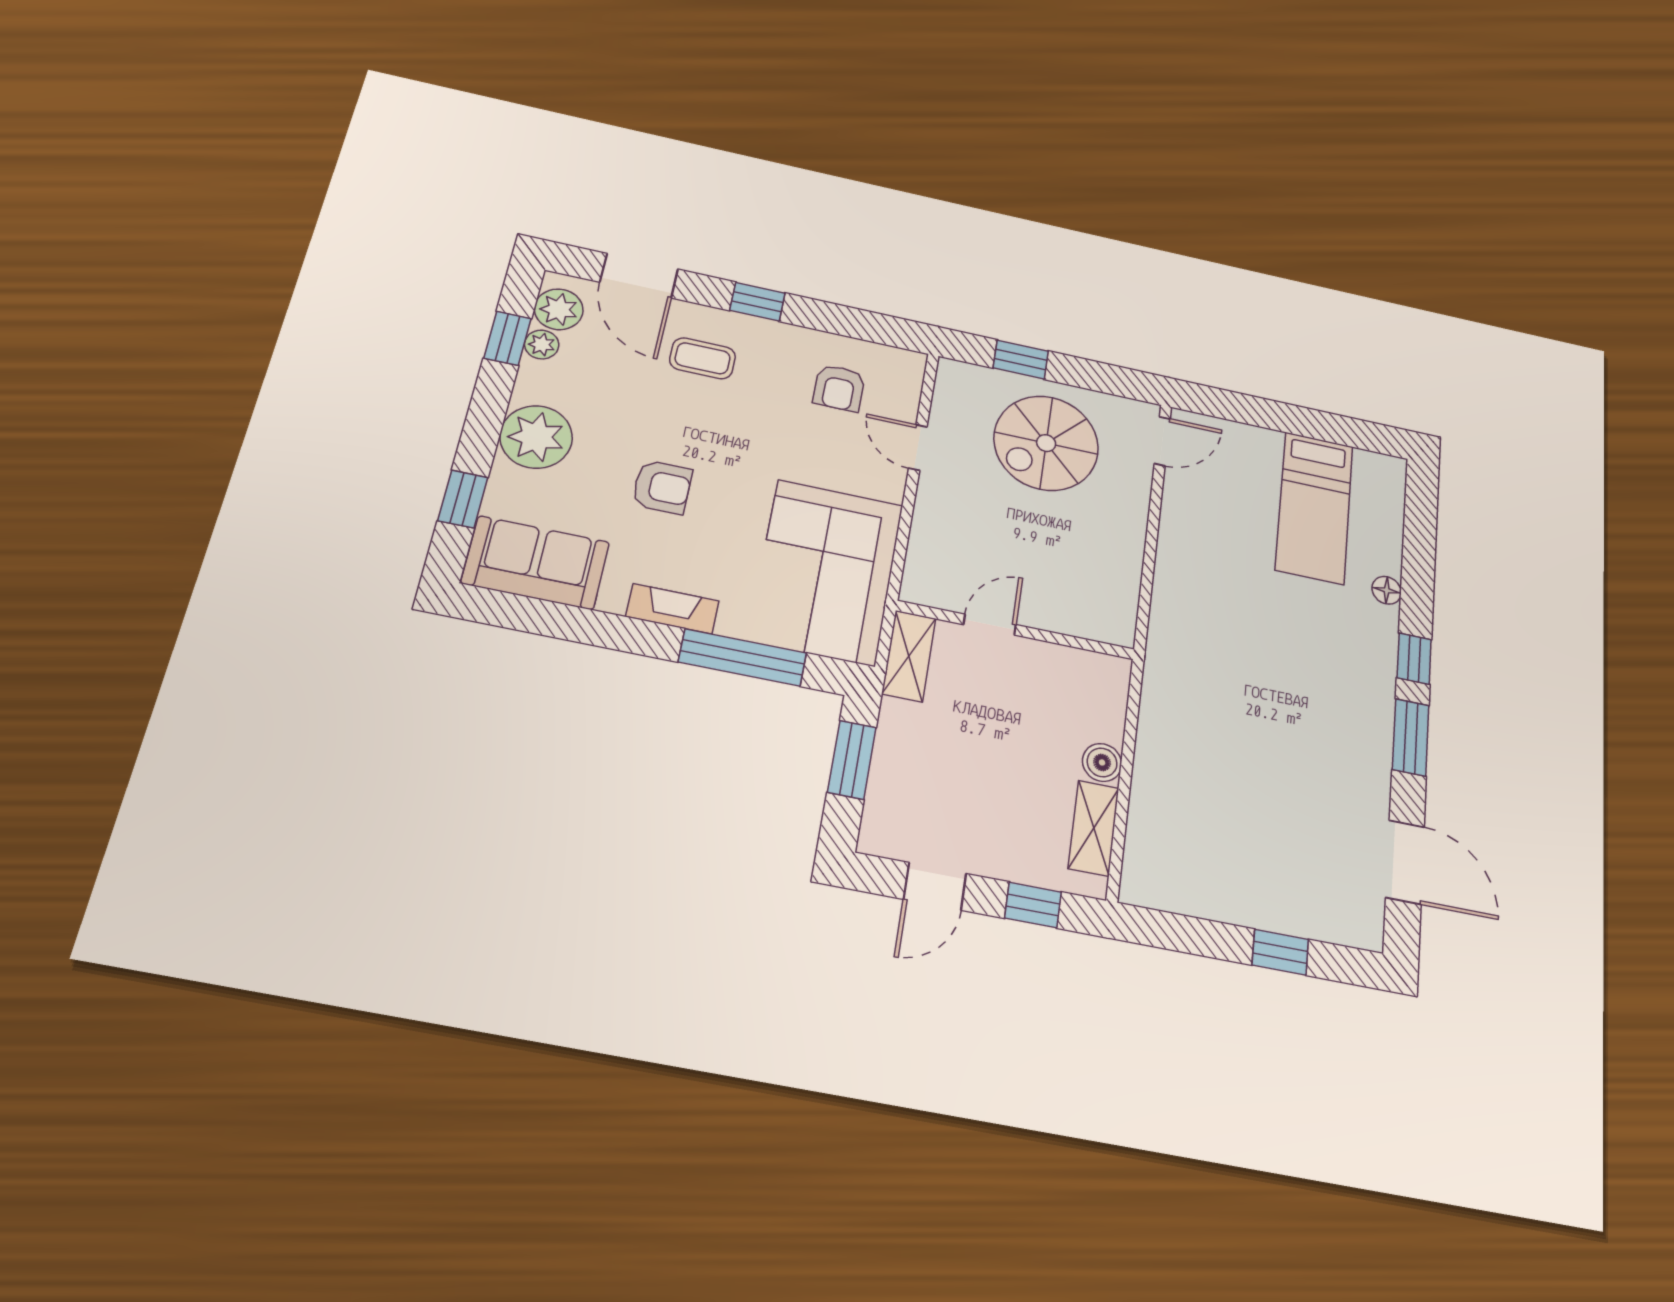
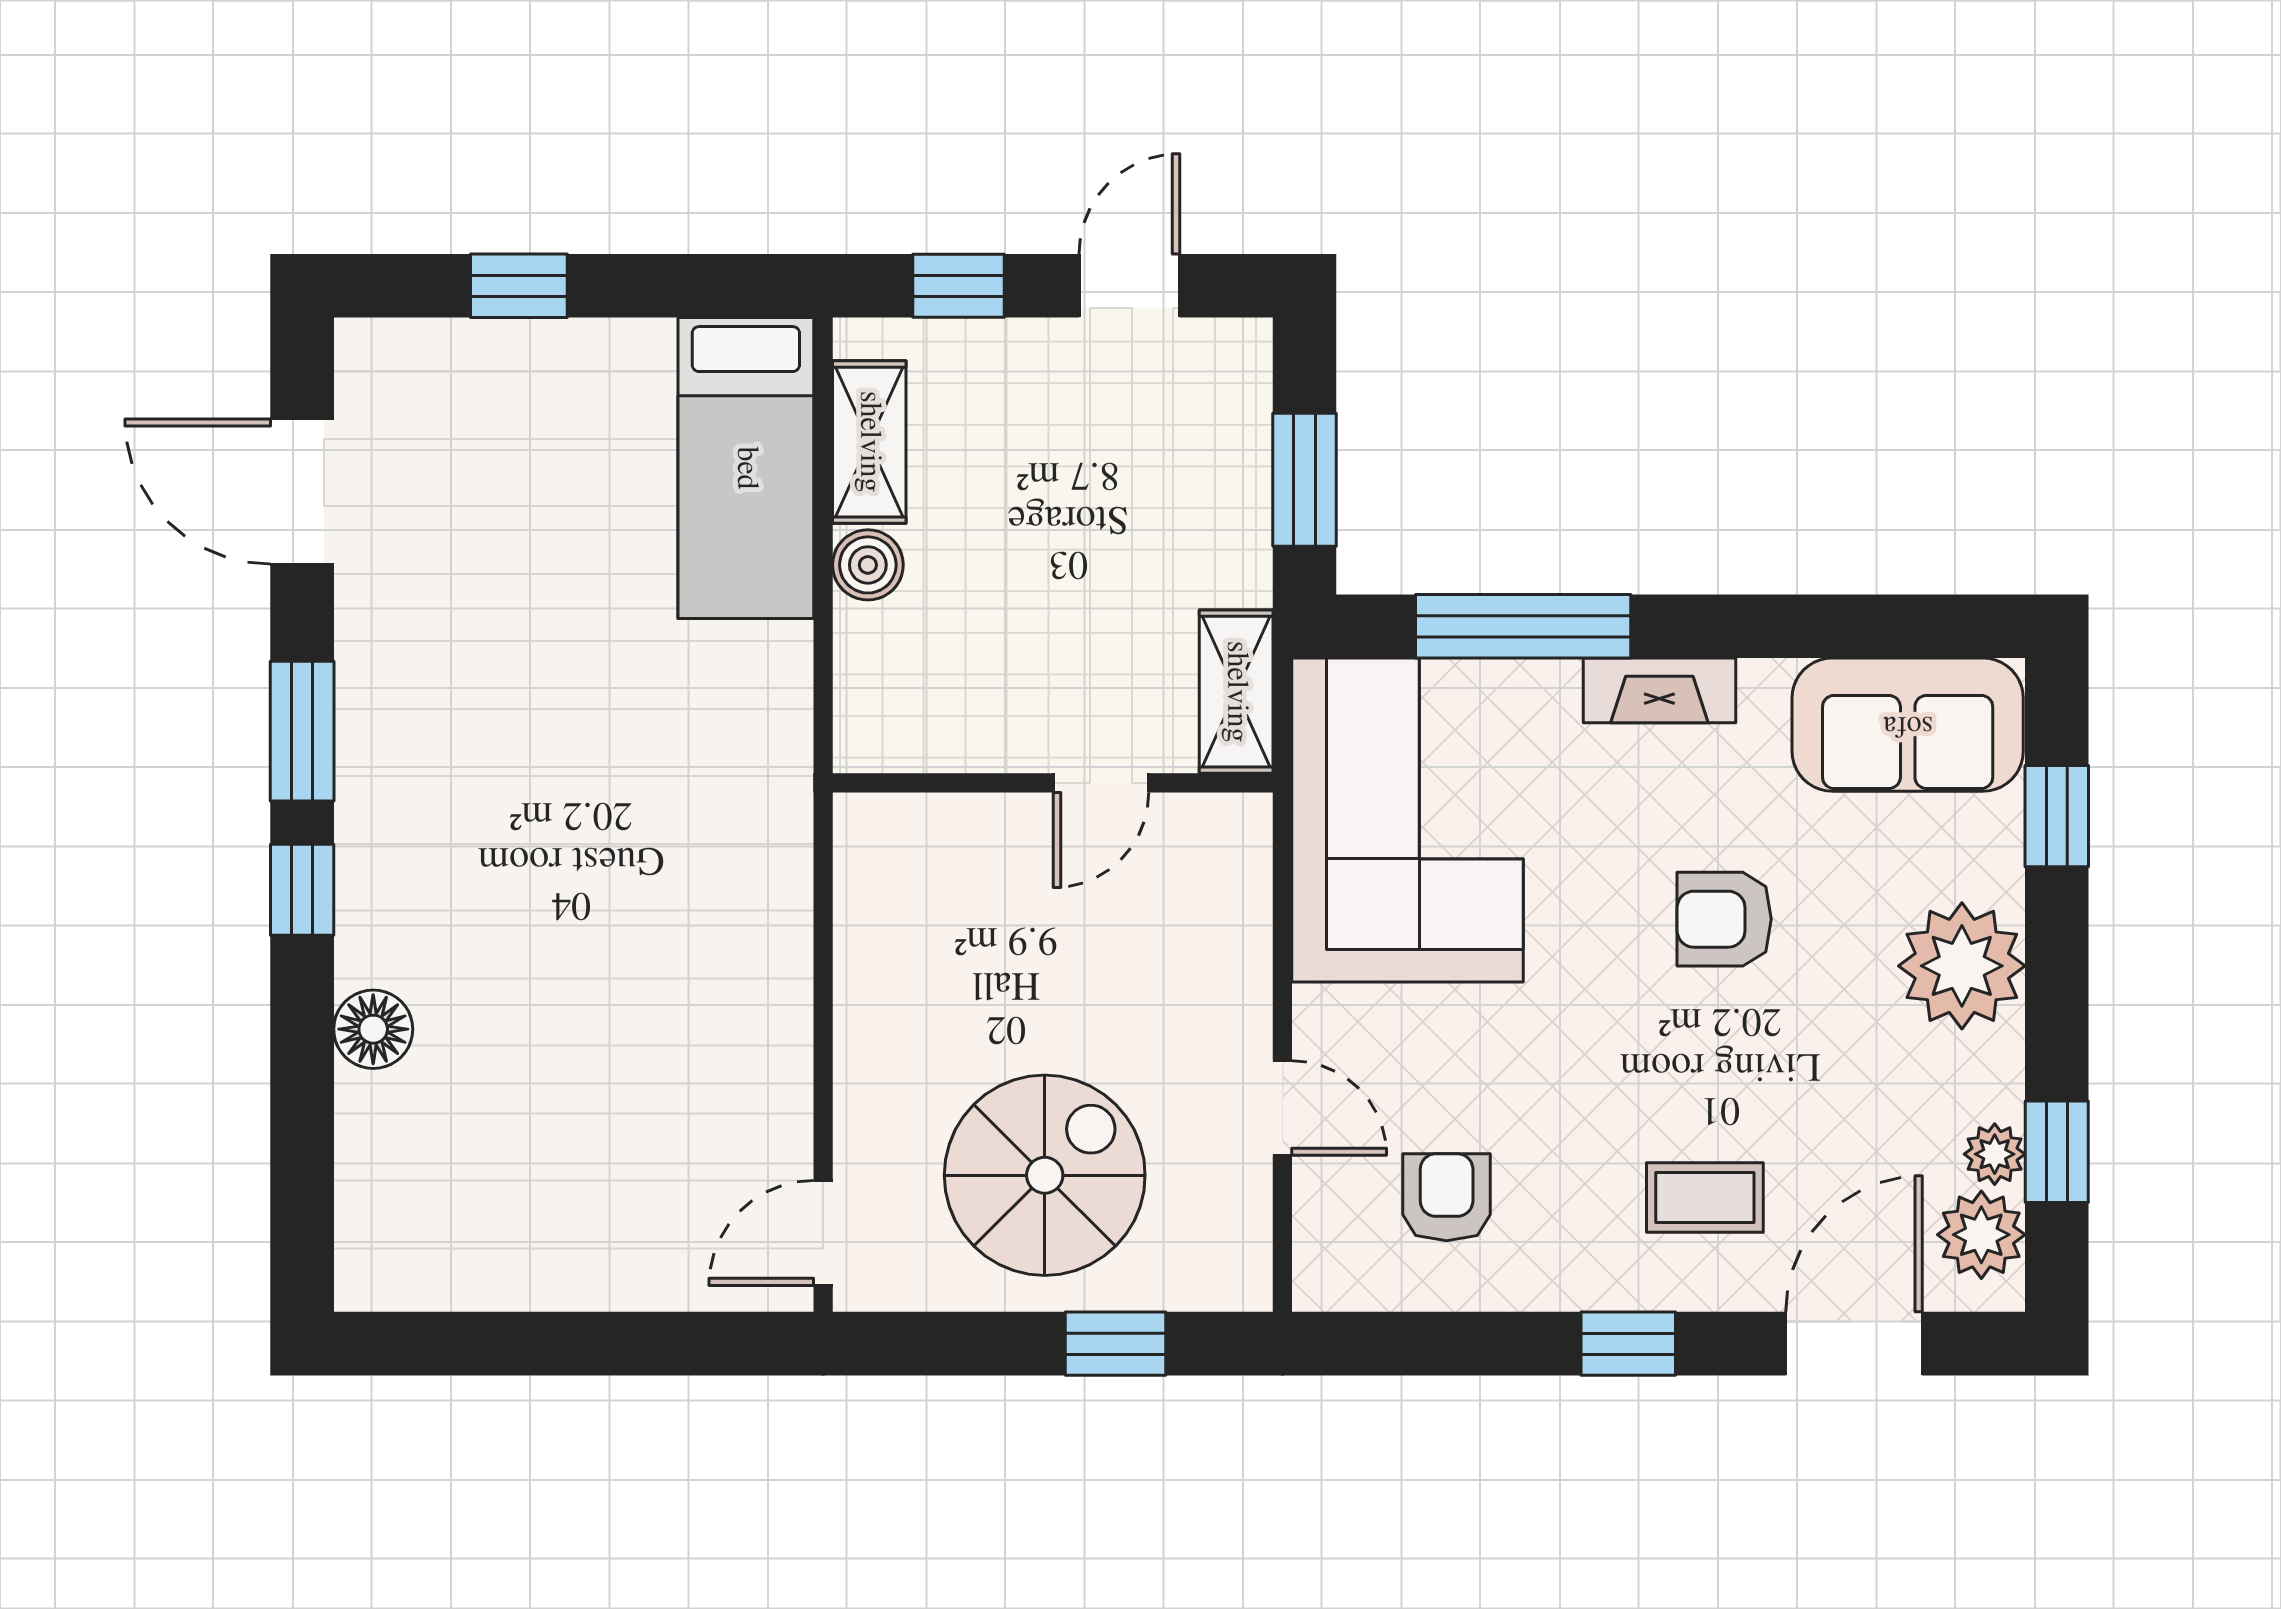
door: (639, 276) -> (1854, 1344), hinge flipped
bed: (1314, 507) -> (746, 468), moved, turned 180
floor lamp: (1387, 590) -> (373, 1029), width x1.37, depth x1.37

